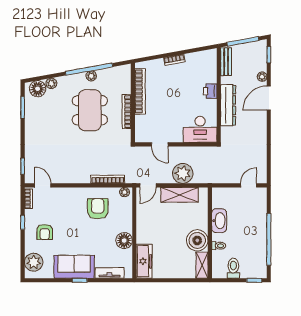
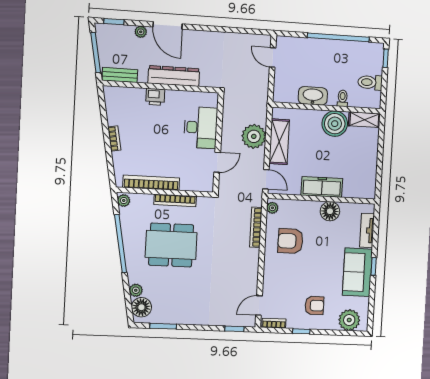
plant: (91, 76) -> (124, 201), moved
desk: (200, 129) -> (201, 128), moved
freezer: (144, 261) -> (322, 187), moved

